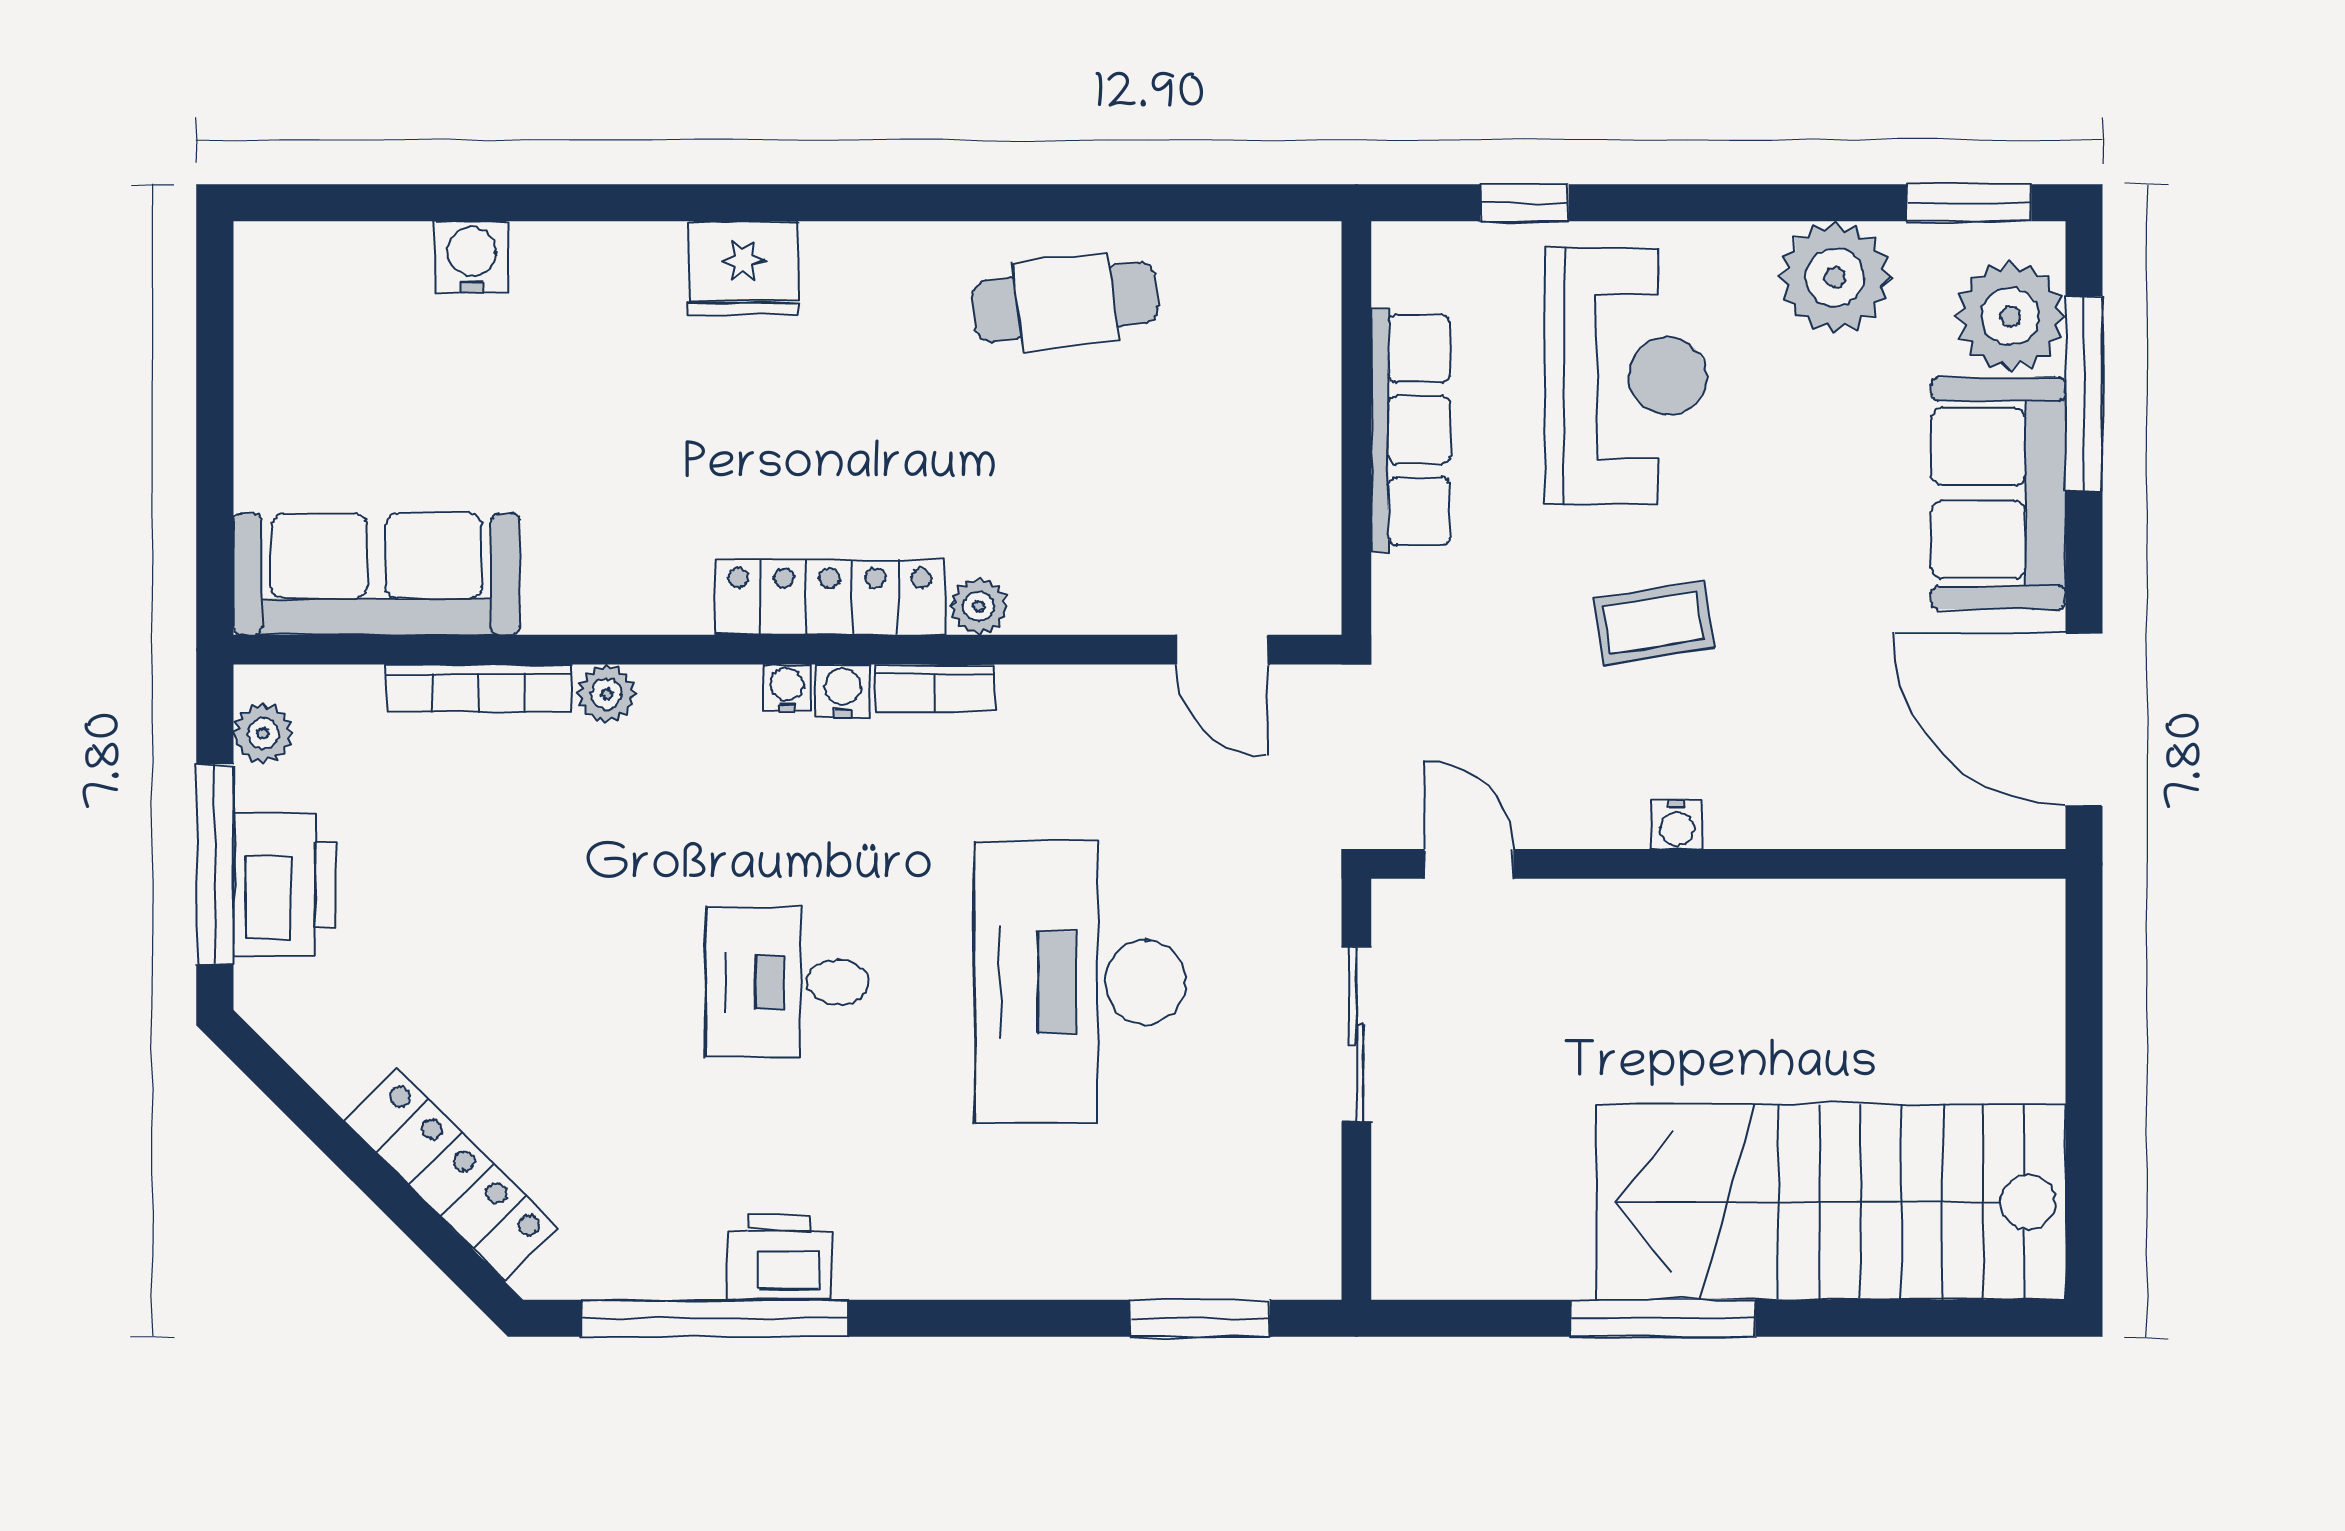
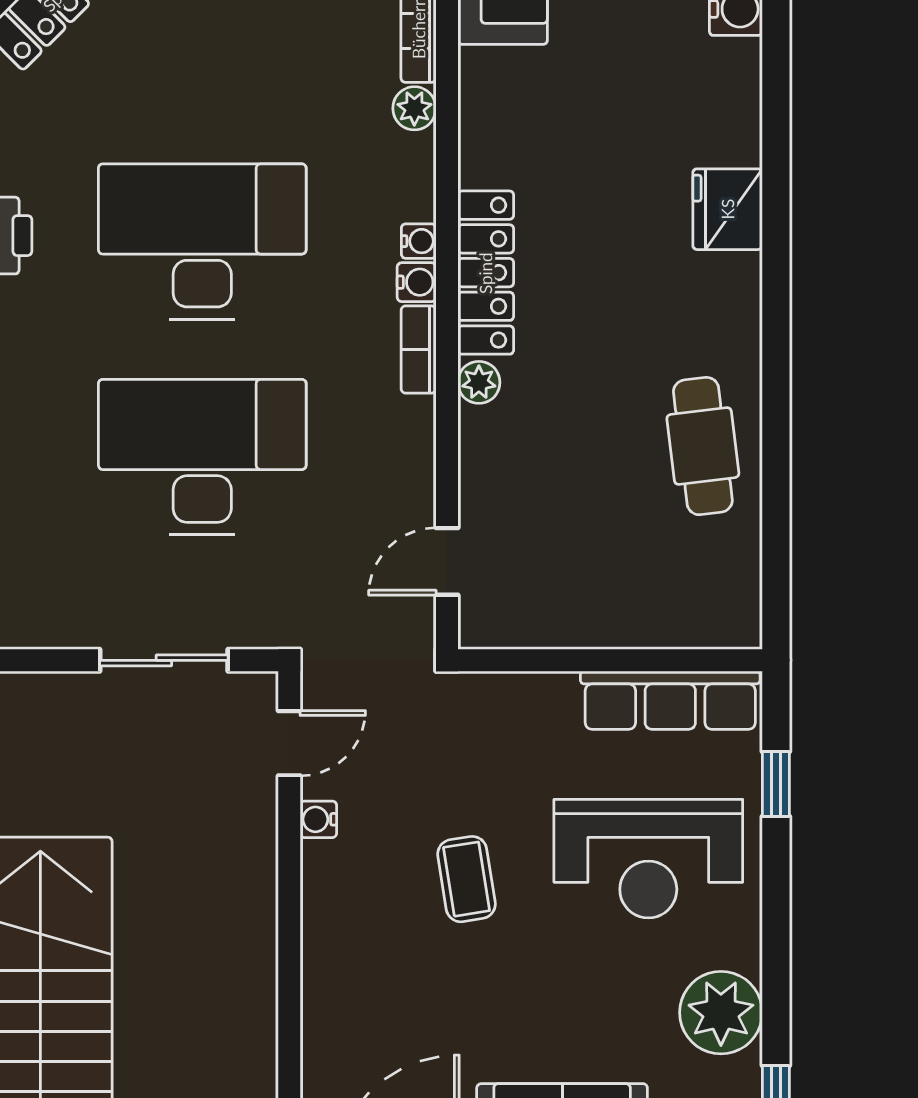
row of seats: (1411, 430) -> (670, 700), moved
water cooler: (1677, 824) -> (318, 819), moved
desk: (787, 982) -> (202, 242), width x1.87, depth x1.30

